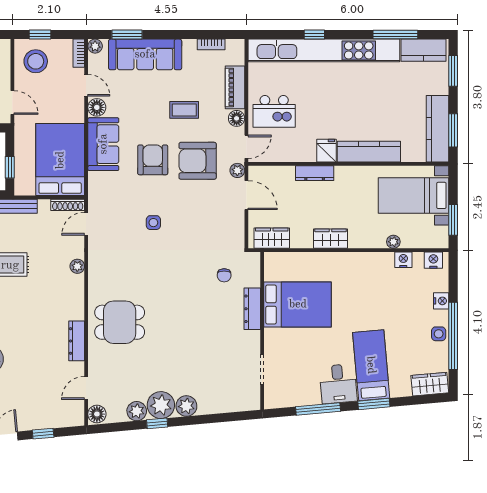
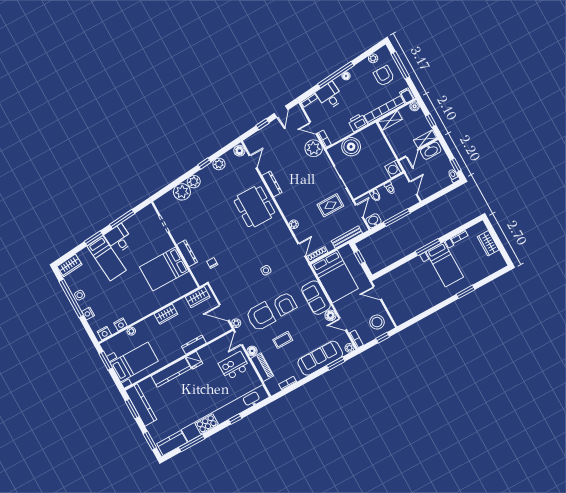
dining table: (120, 322) -> (254, 207), width x1.38
plant: (161, 405) -> (182, 192), moved

